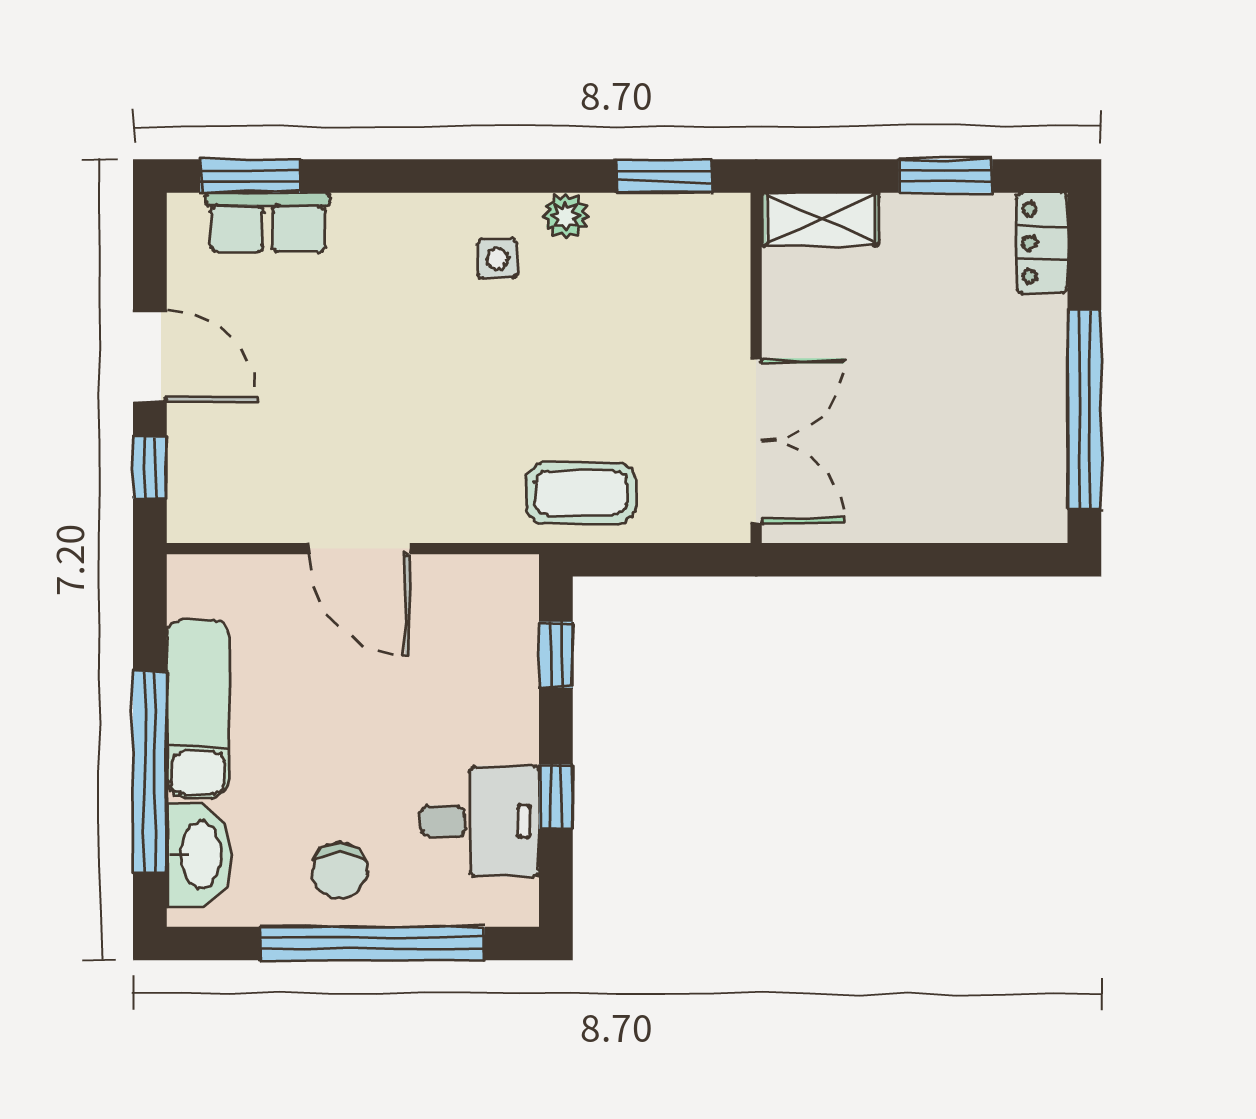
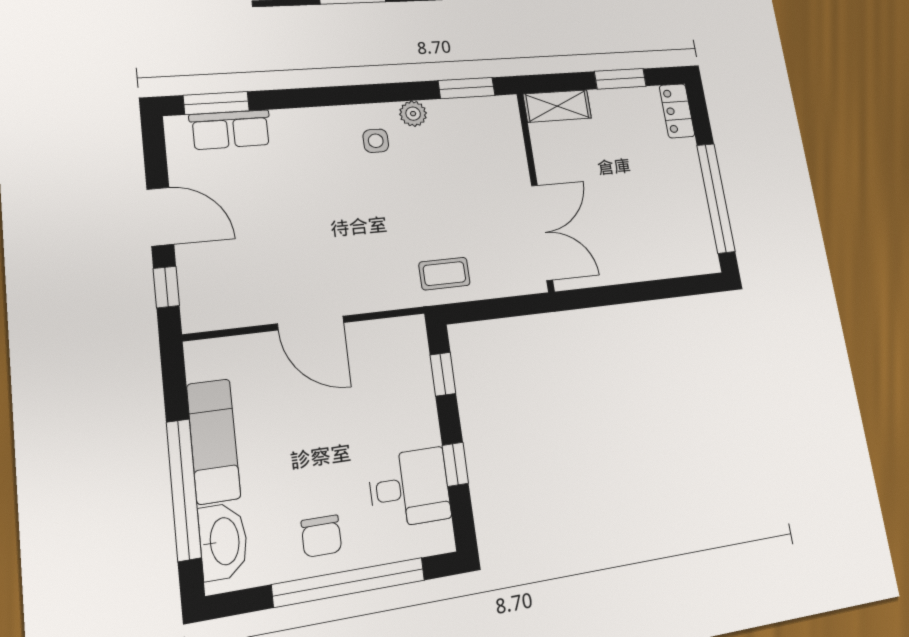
coffee table: (581, 493) -> (444, 274), width x0.73, depth x0.77

